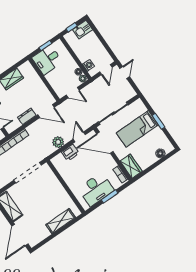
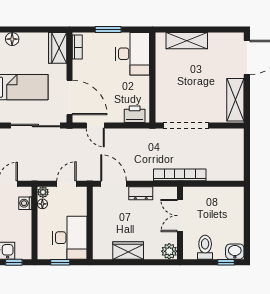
desk: (47, 60) -> (70, 238), width x1.37
door: (73, 93) -> (66, 184), hinge flipped
door: (79, 137) -> (95, 126), hinge flipped
plant: (58, 142) -> (125, 137), removed
printer: (70, 153) -> (135, 114), moved
desk: (96, 189) -> (133, 54), moved, turned 90

